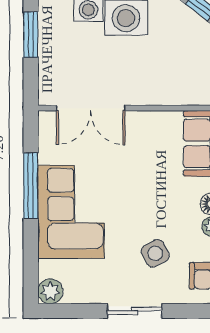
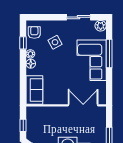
window: (31, 186) -> (109, 54), moved
sliding door: (134, 311) -> (78, 17), moved

